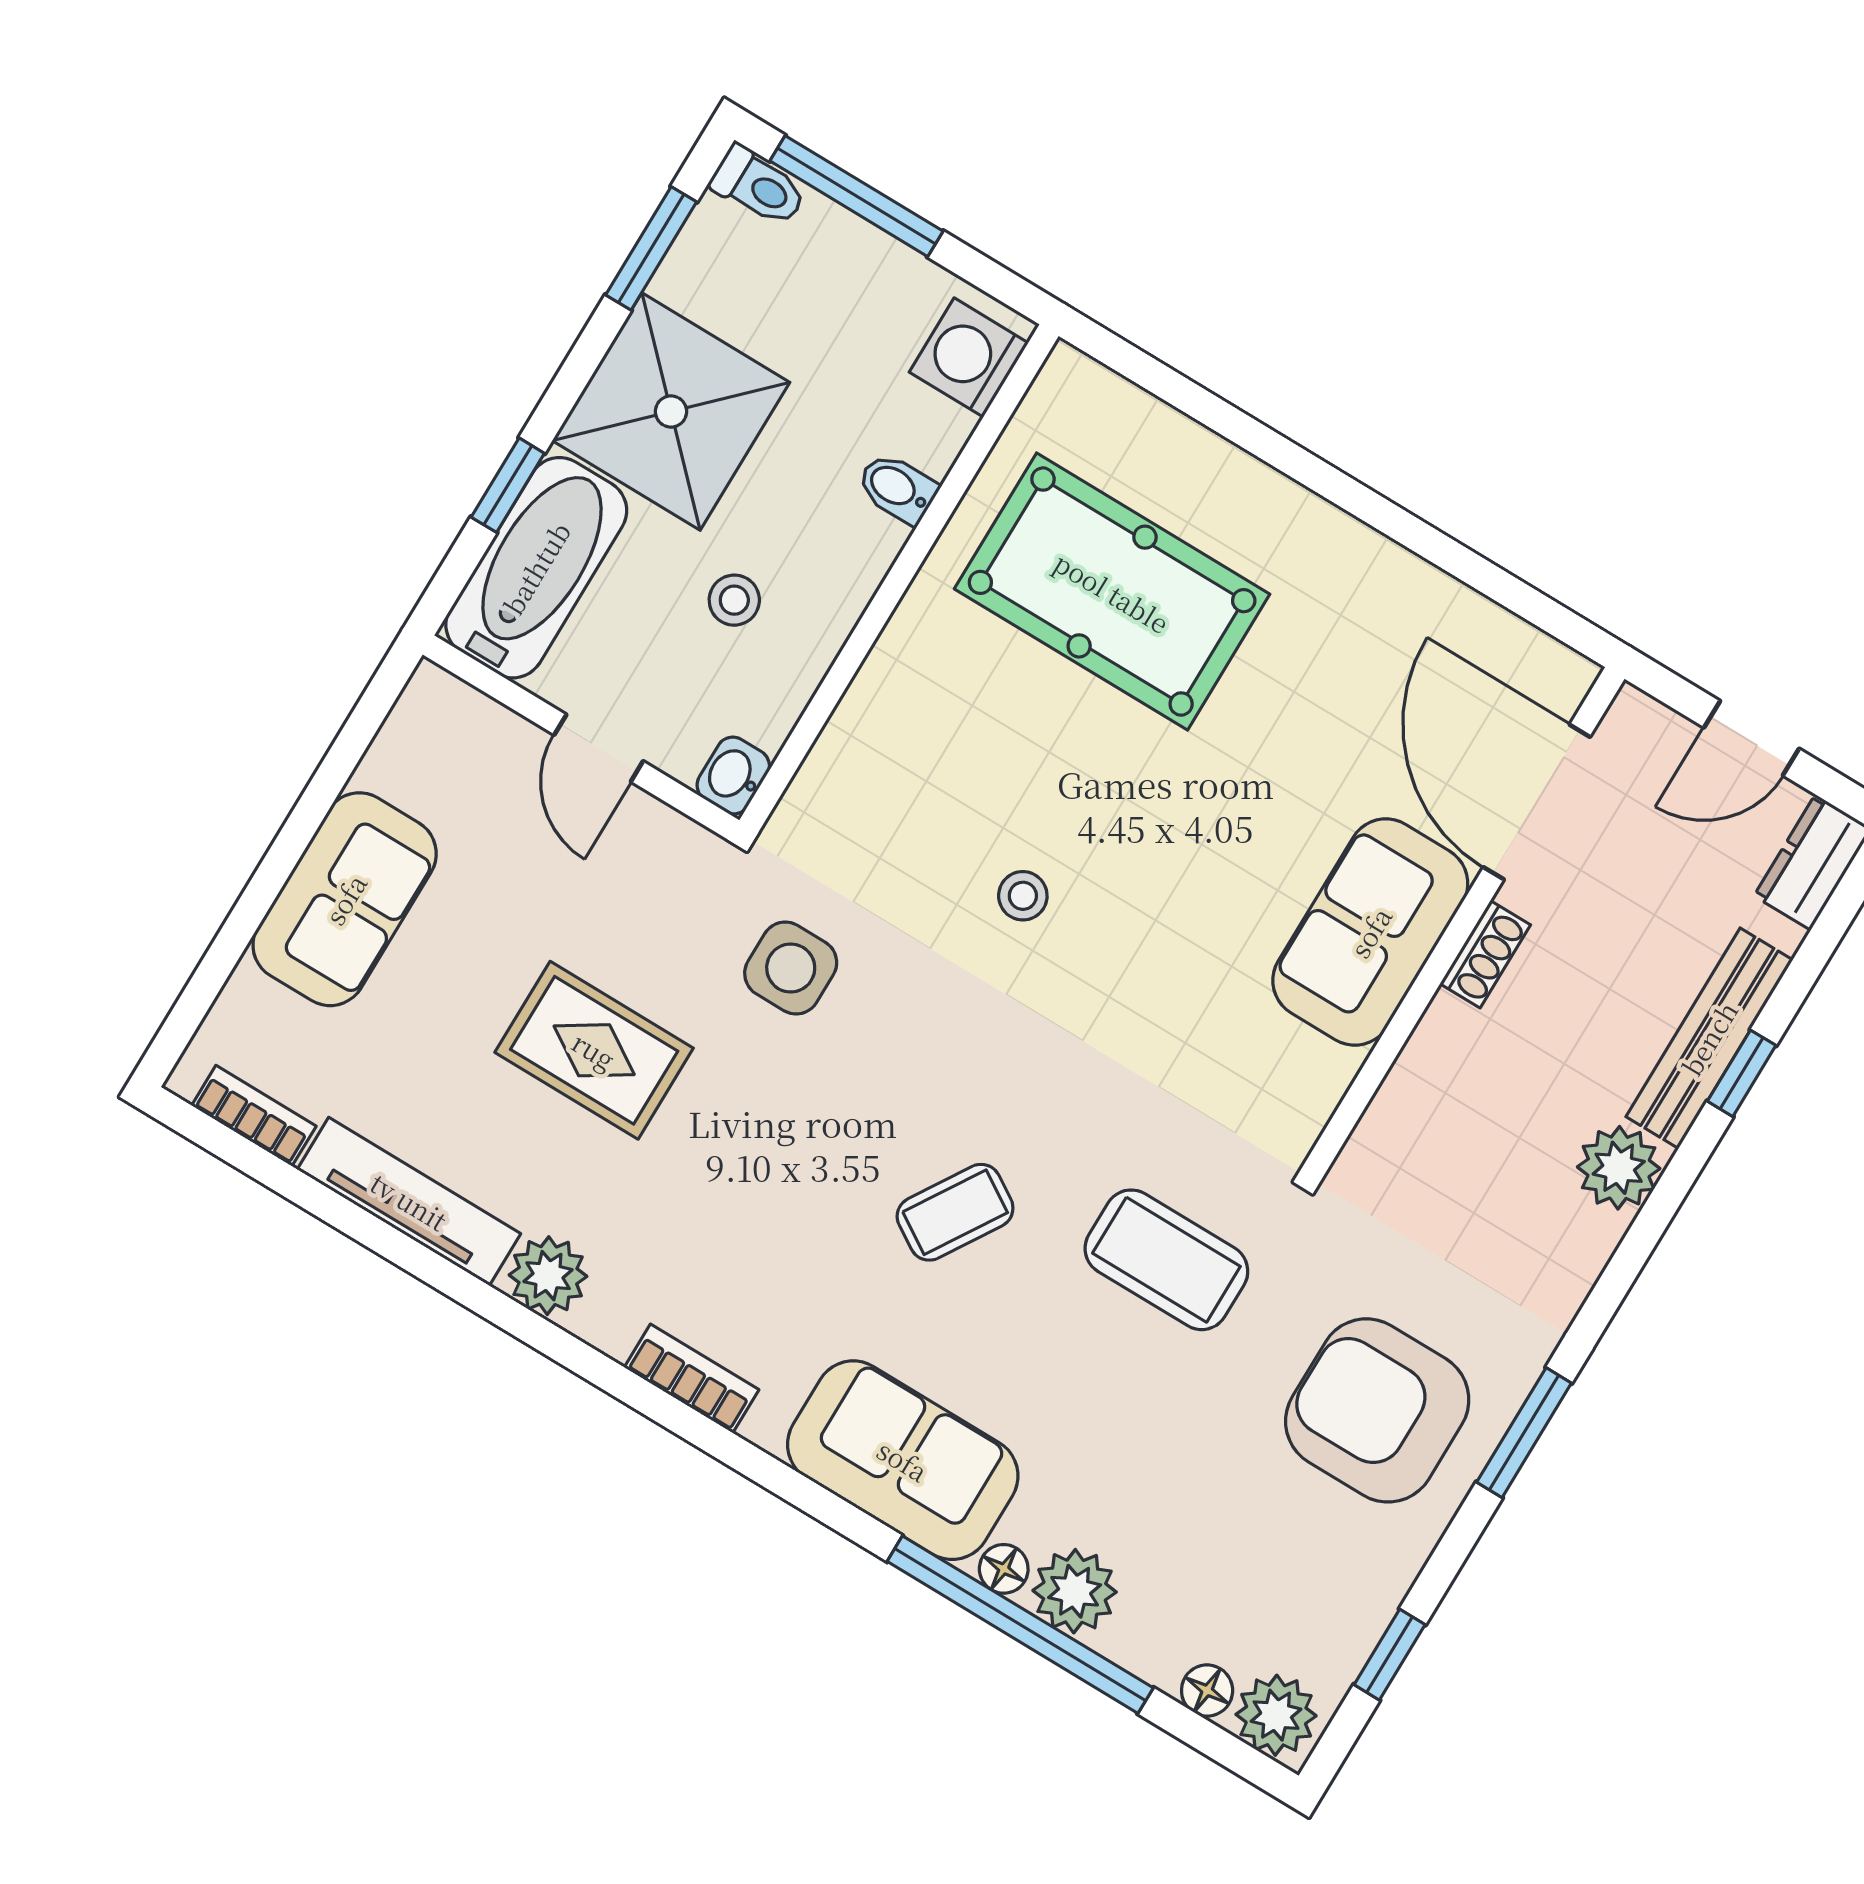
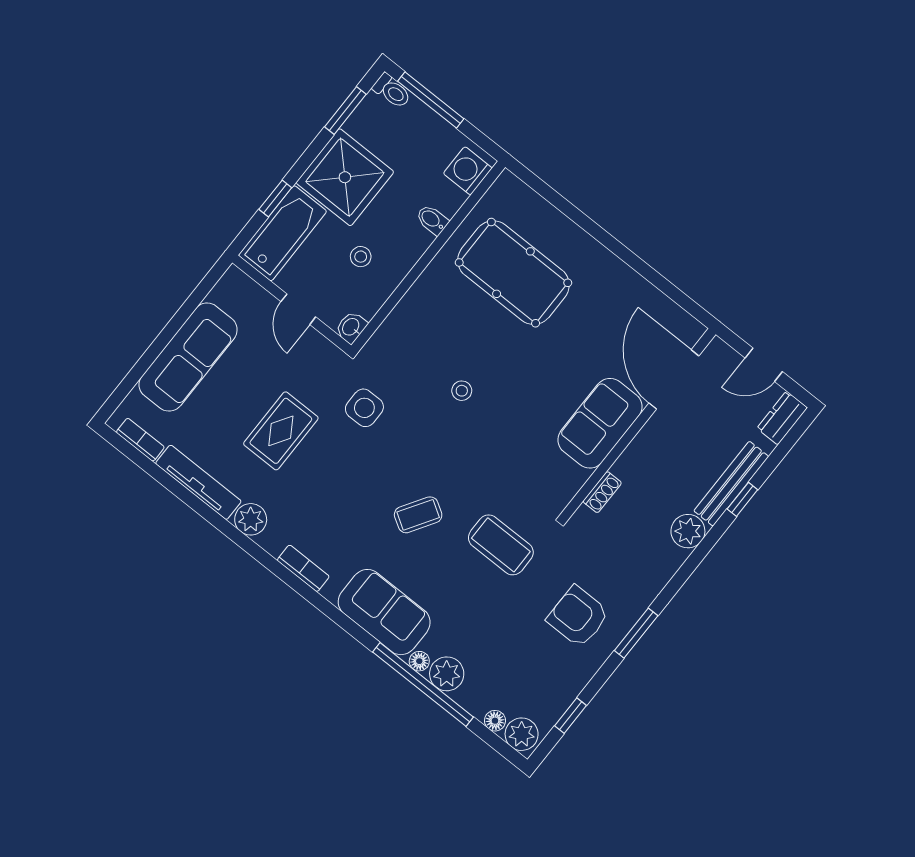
sofa: (345, 899) -> (188, 357), width x1.36
shoe rack: (1485, 954) -> (602, 492), moved
rug: (594, 1050) -> (281, 431), turned 90
armchair: (1377, 1410) -> (578, 617), width x0.73, depth x0.73

